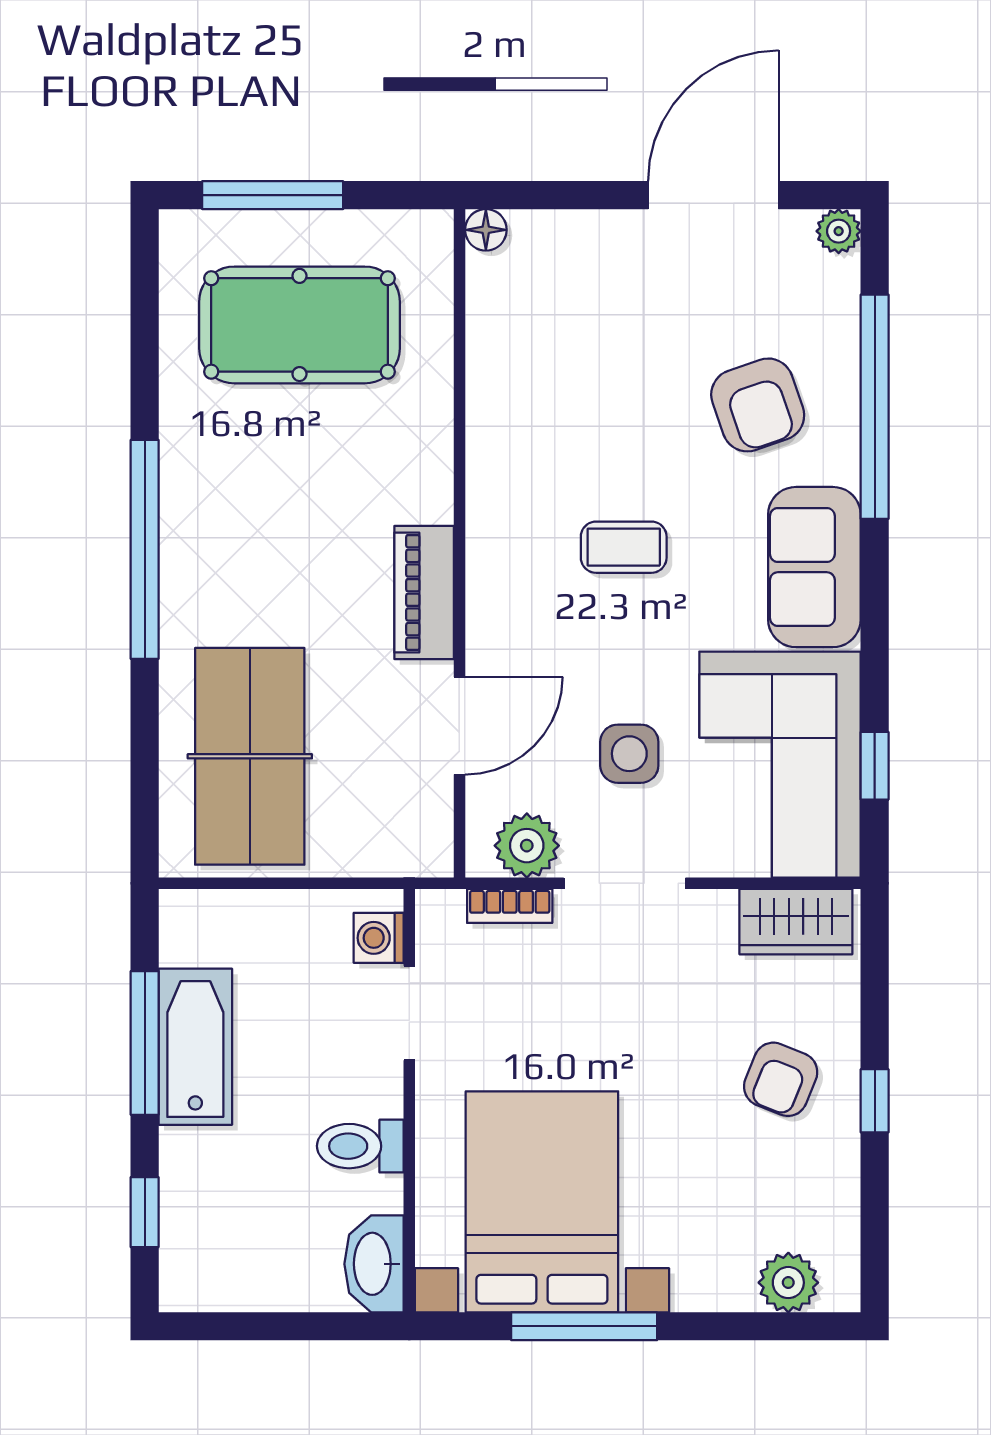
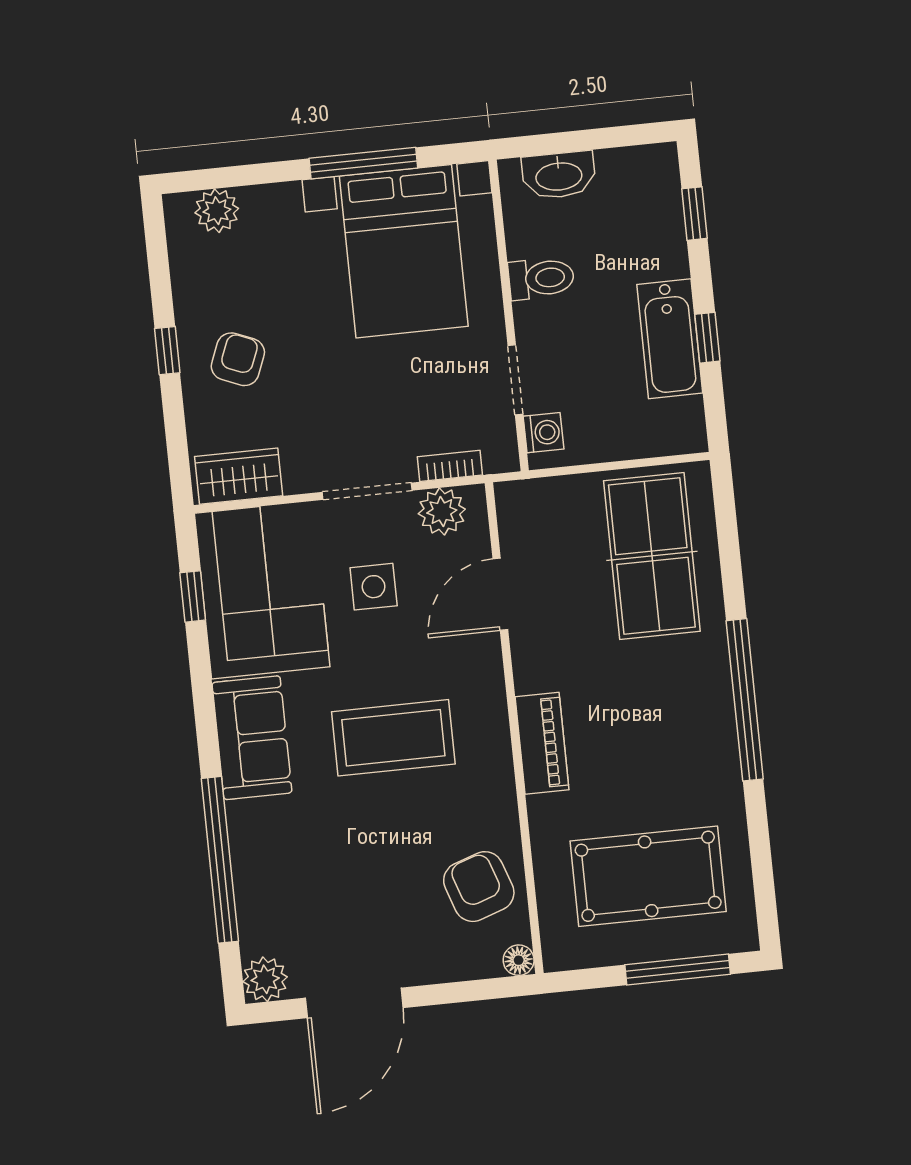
plant: (839, 231) -> (265, 979), width x1.38, depth x1.38
armchair: (758, 405) -> (479, 887), moved
coffee table: (624, 547) -> (393, 738), width x1.86, depth x1.72
piano: (424, 592) -> (542, 743), moved
window: (145, 1043) -> (707, 338), width x0.46
washbasin: (374, 1264) -> (559, 175), moved, turned 90

